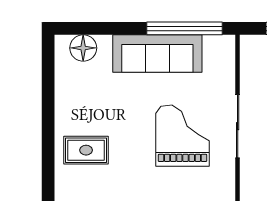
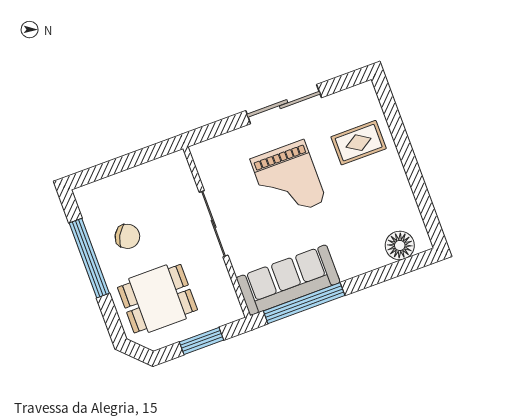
sofa: (157, 54) -> (288, 280), moved
grand piano: (182, 136) -> (288, 180), moved

